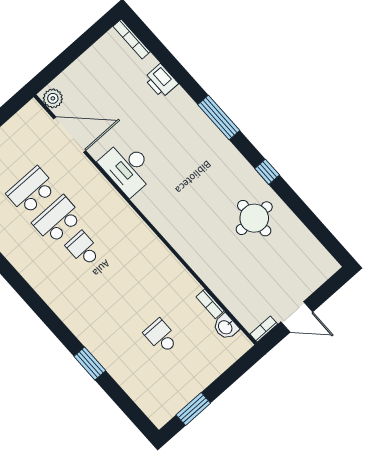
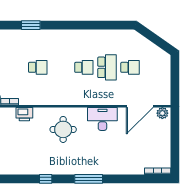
printer: (161, 81) -> (24, 114), moved, turned 180
school desk: (31, 191) -> (130, 67), width x0.54
round table: (254, 218) -> (63, 129), moved
school desk: (161, 336) -> (38, 67), moved

